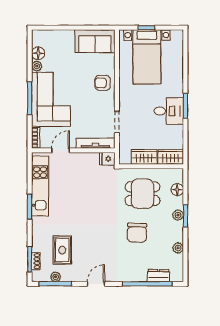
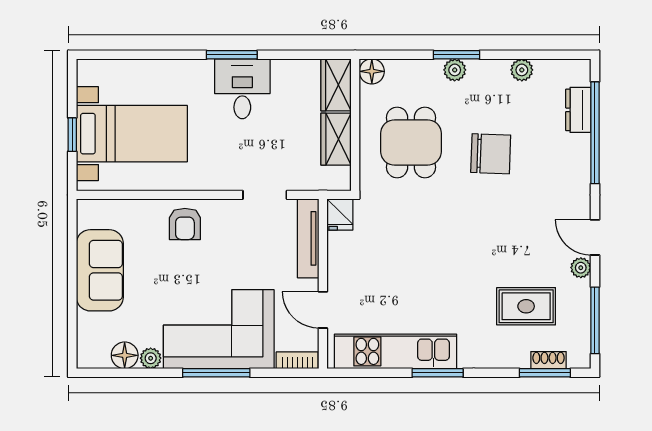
sofa: (95, 41) -> (100, 270), moved
floor lamp: (177, 190) -> (372, 71), moved
plant: (56, 277) -> (581, 268), moved

